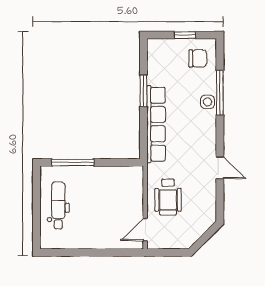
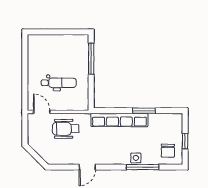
dental chair: (58, 205) -> (59, 83), moved

